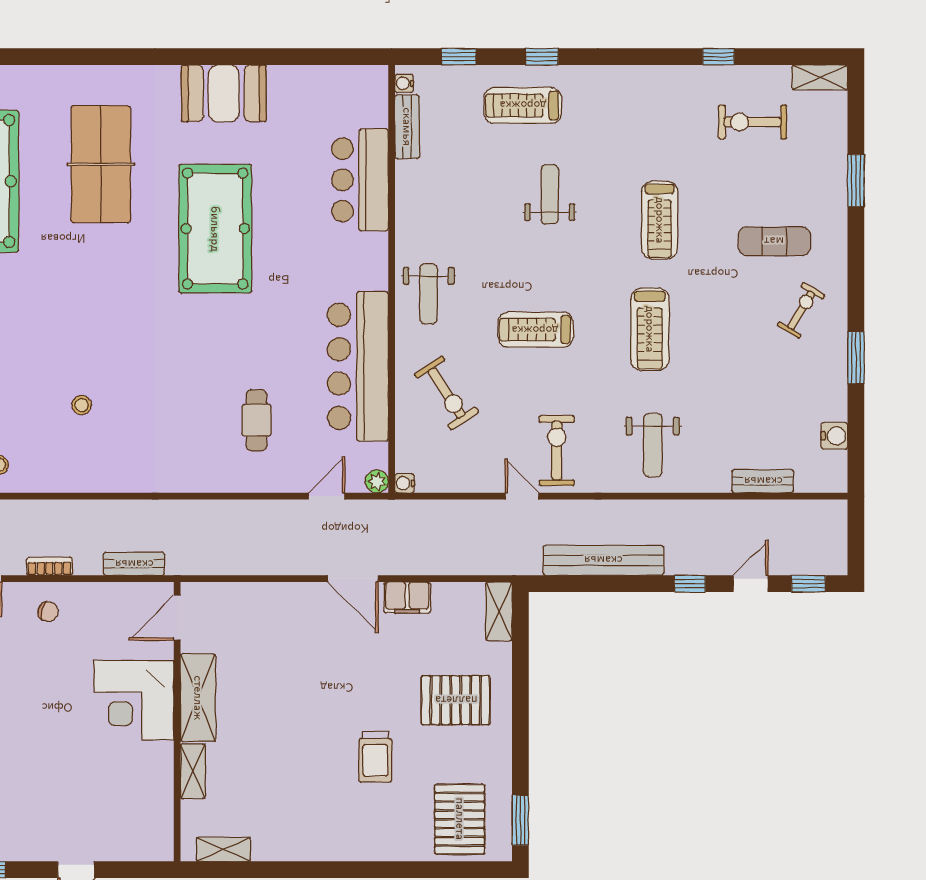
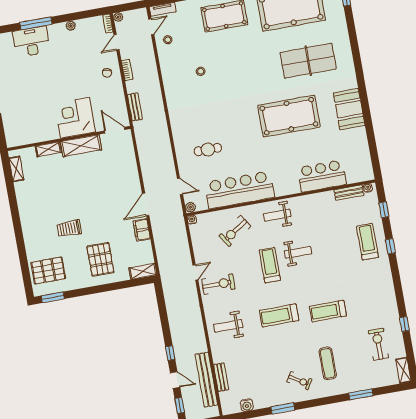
weight bench: (550, 194) -> (298, 252), moved
bench: (603, 560) -> (206, 380), moved

